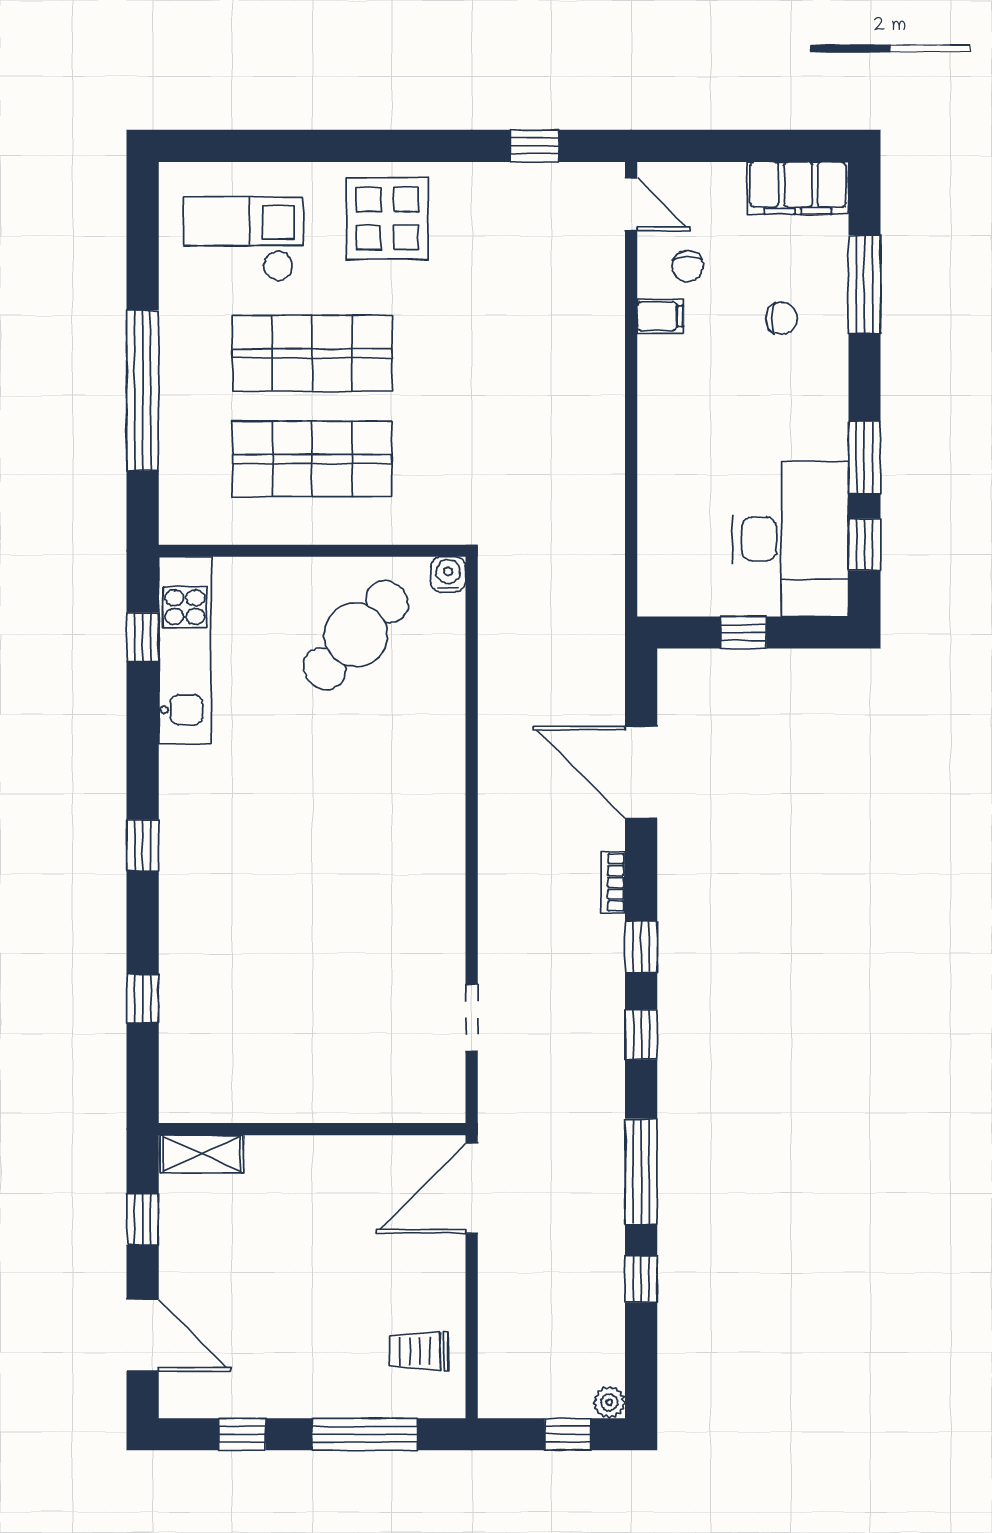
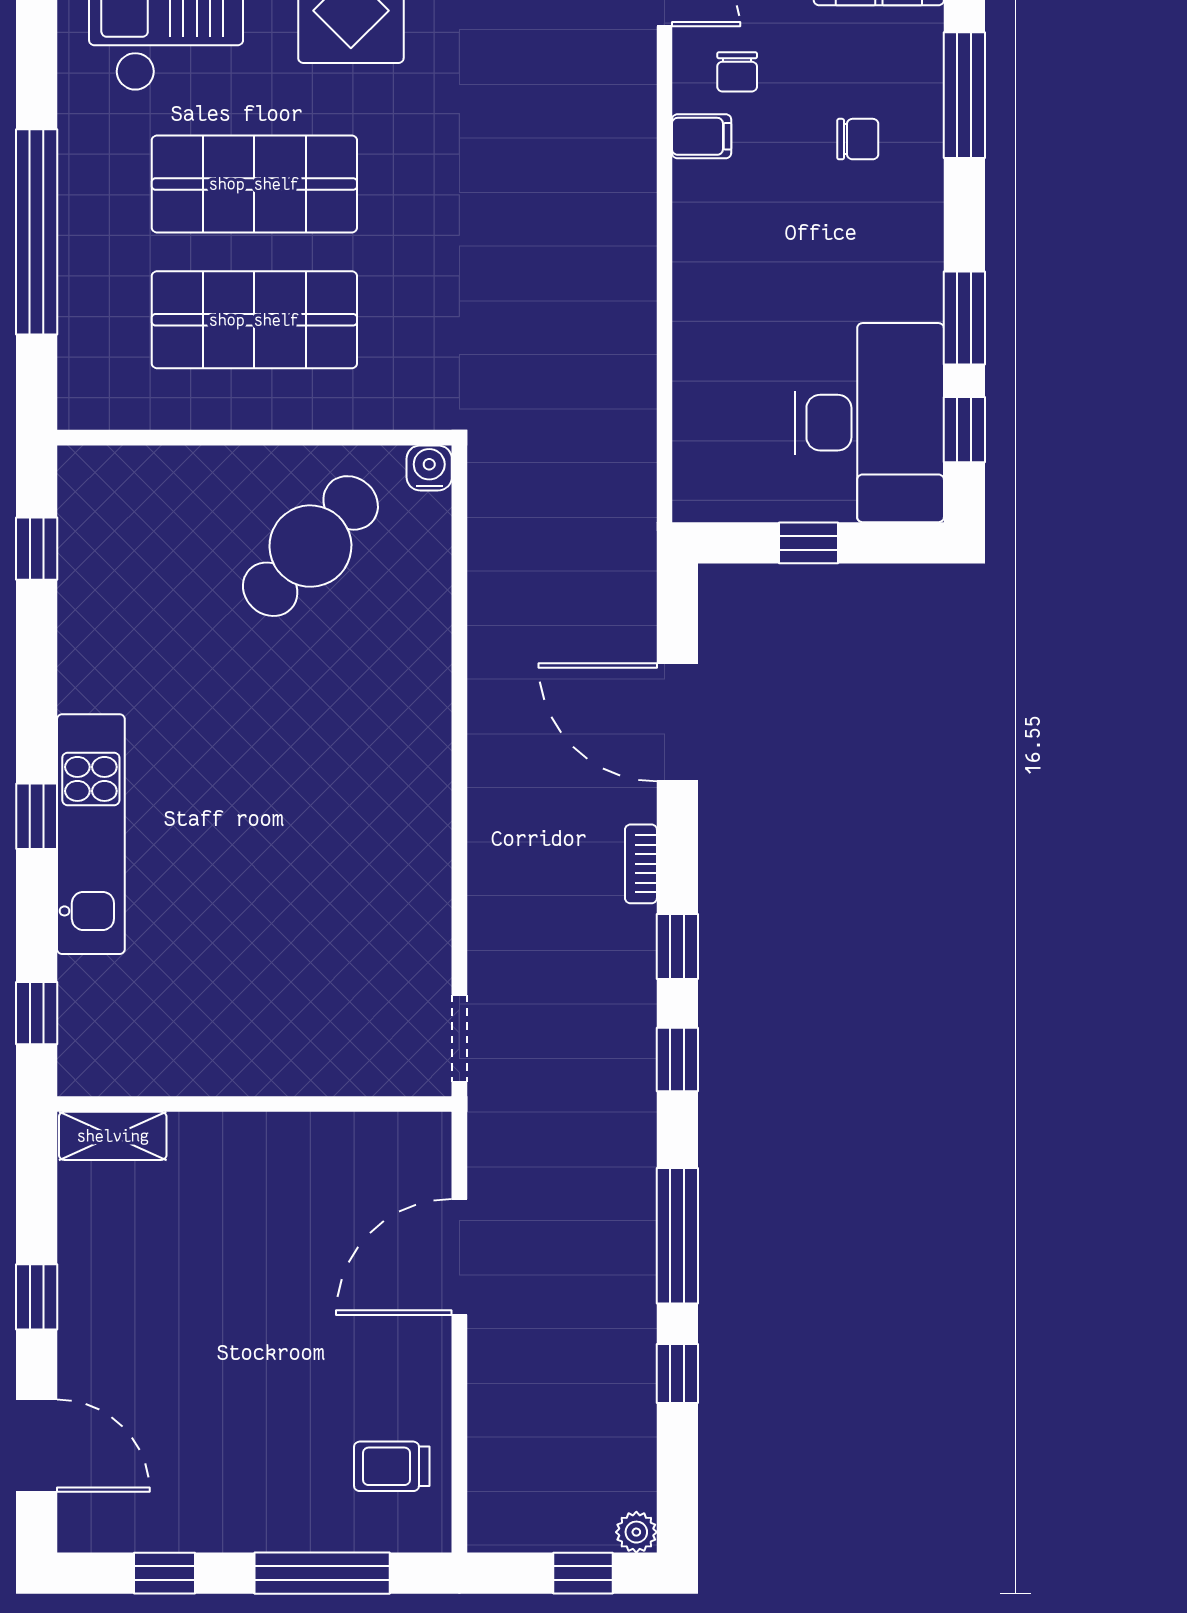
kitchen unit: (185, 650) -> (91, 834), moved
wall: (312, 1129) -> (254, 1104), moved
shelving: (202, 1154) -> (113, 1136), moved

